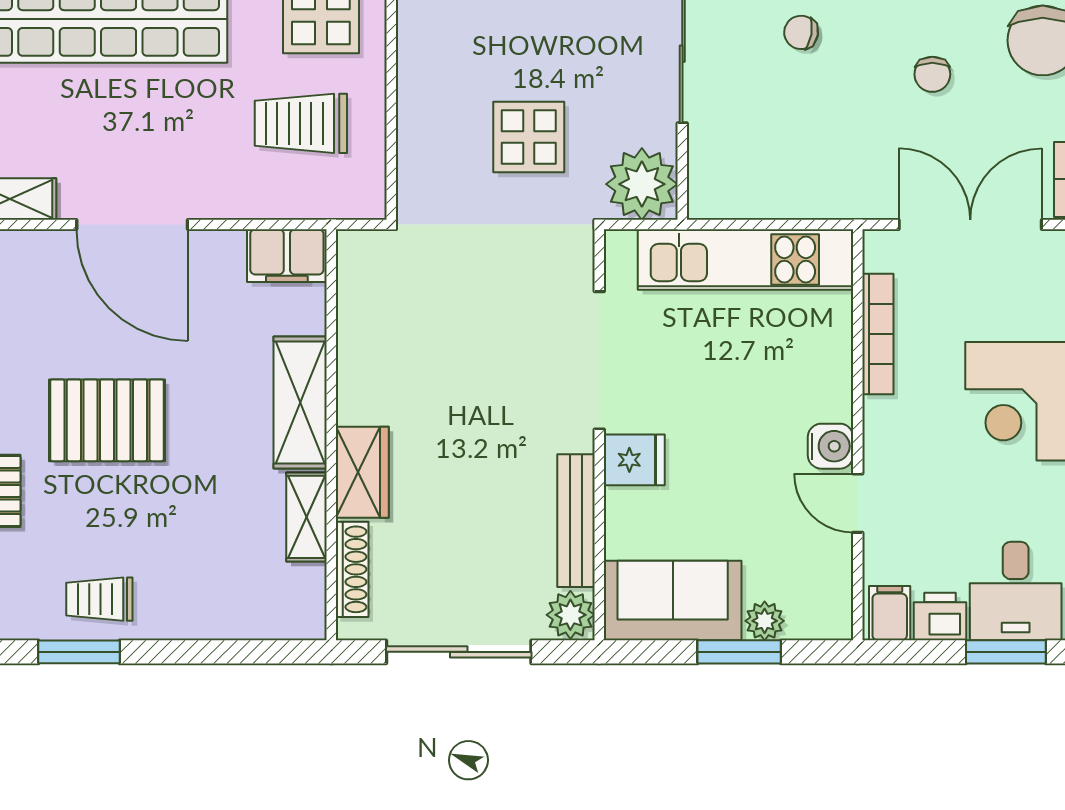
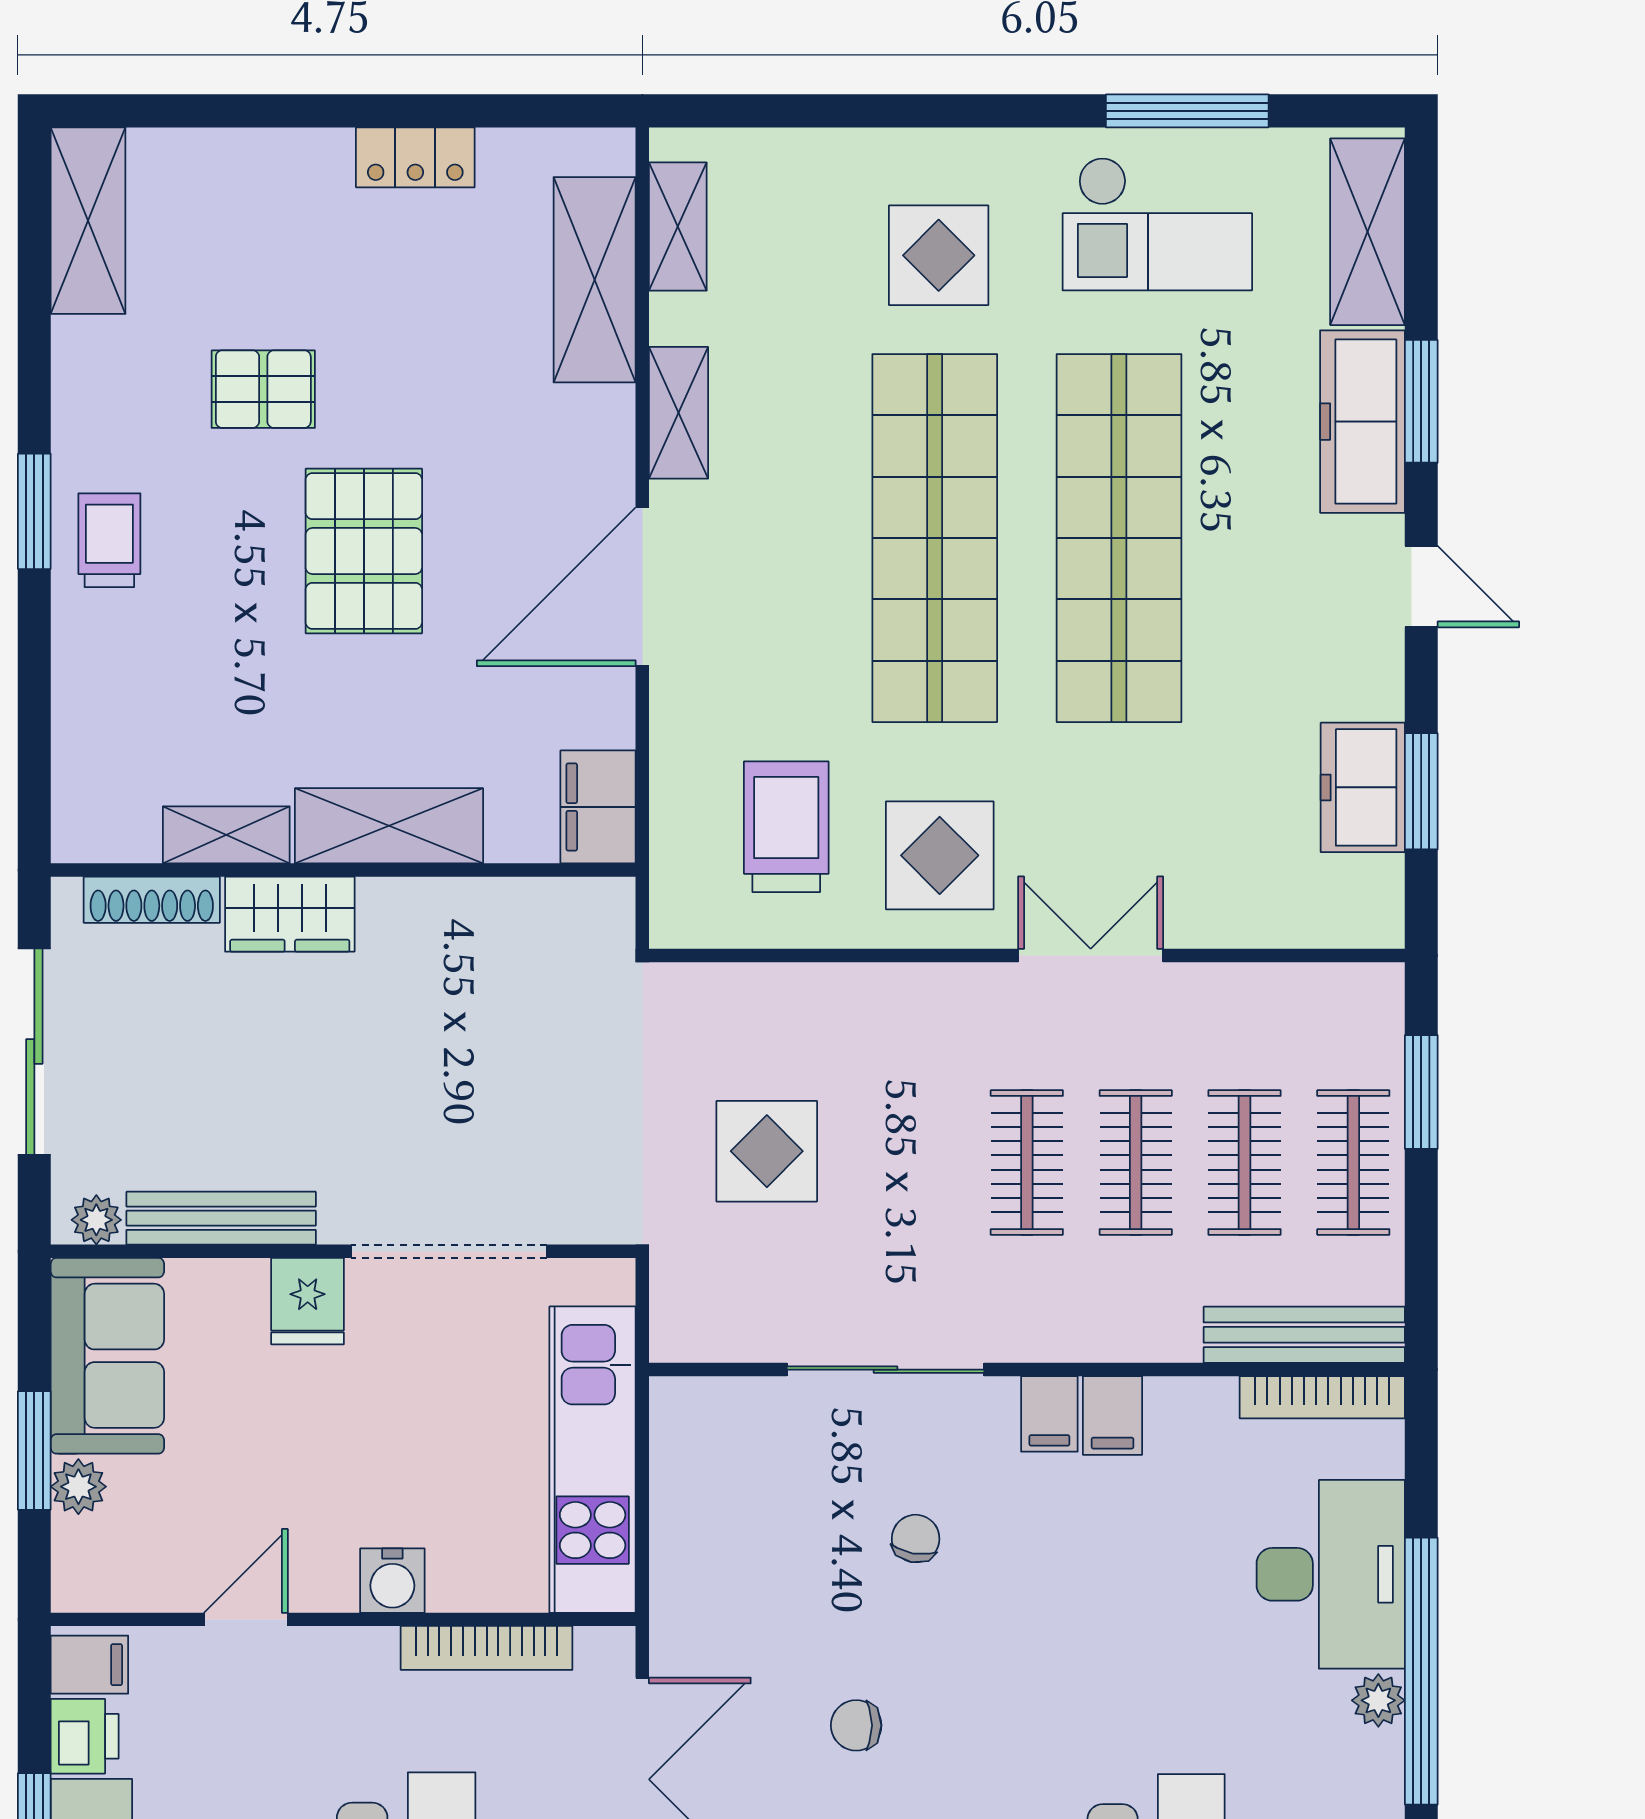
plant: (642, 184) -> (700, 1312), removed
water cooler: (831, 446) -> (392, 1581), moved
plant: (570, 615) -> (96, 1220), width x0.73, depth x0.73

